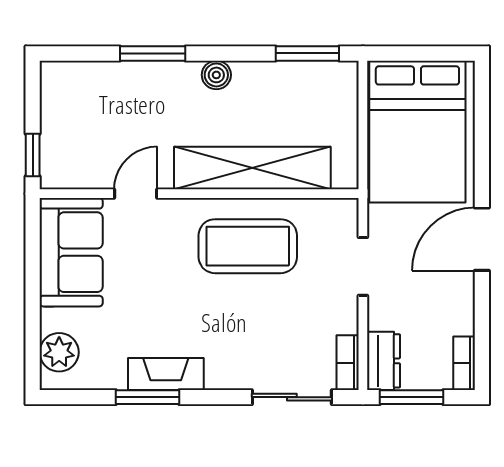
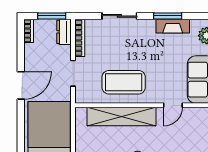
bookcase: (348, 363) -> (80, 38), width x1.56
fireplace: (166, 374) -> (173, 26), moved
sliding door: (292, 397) -> (119, 16), moved

